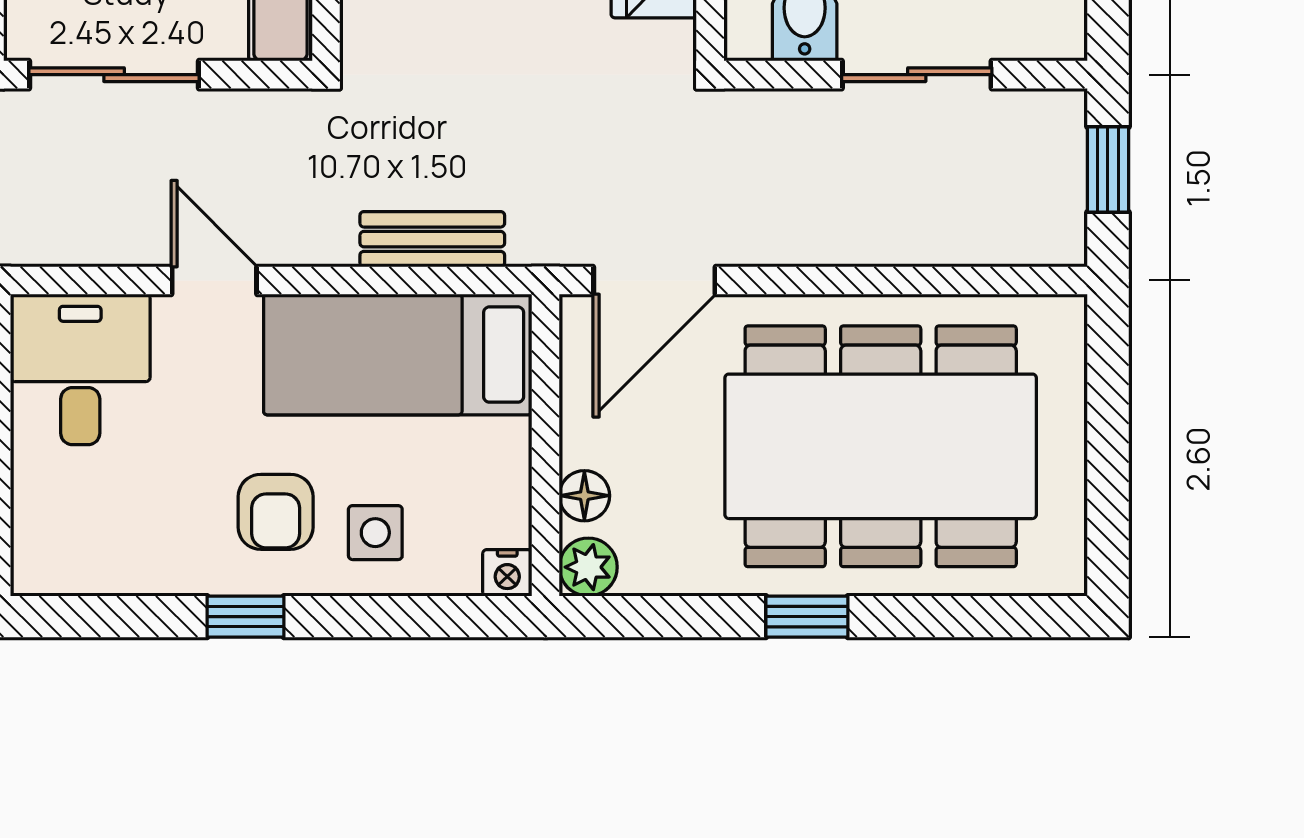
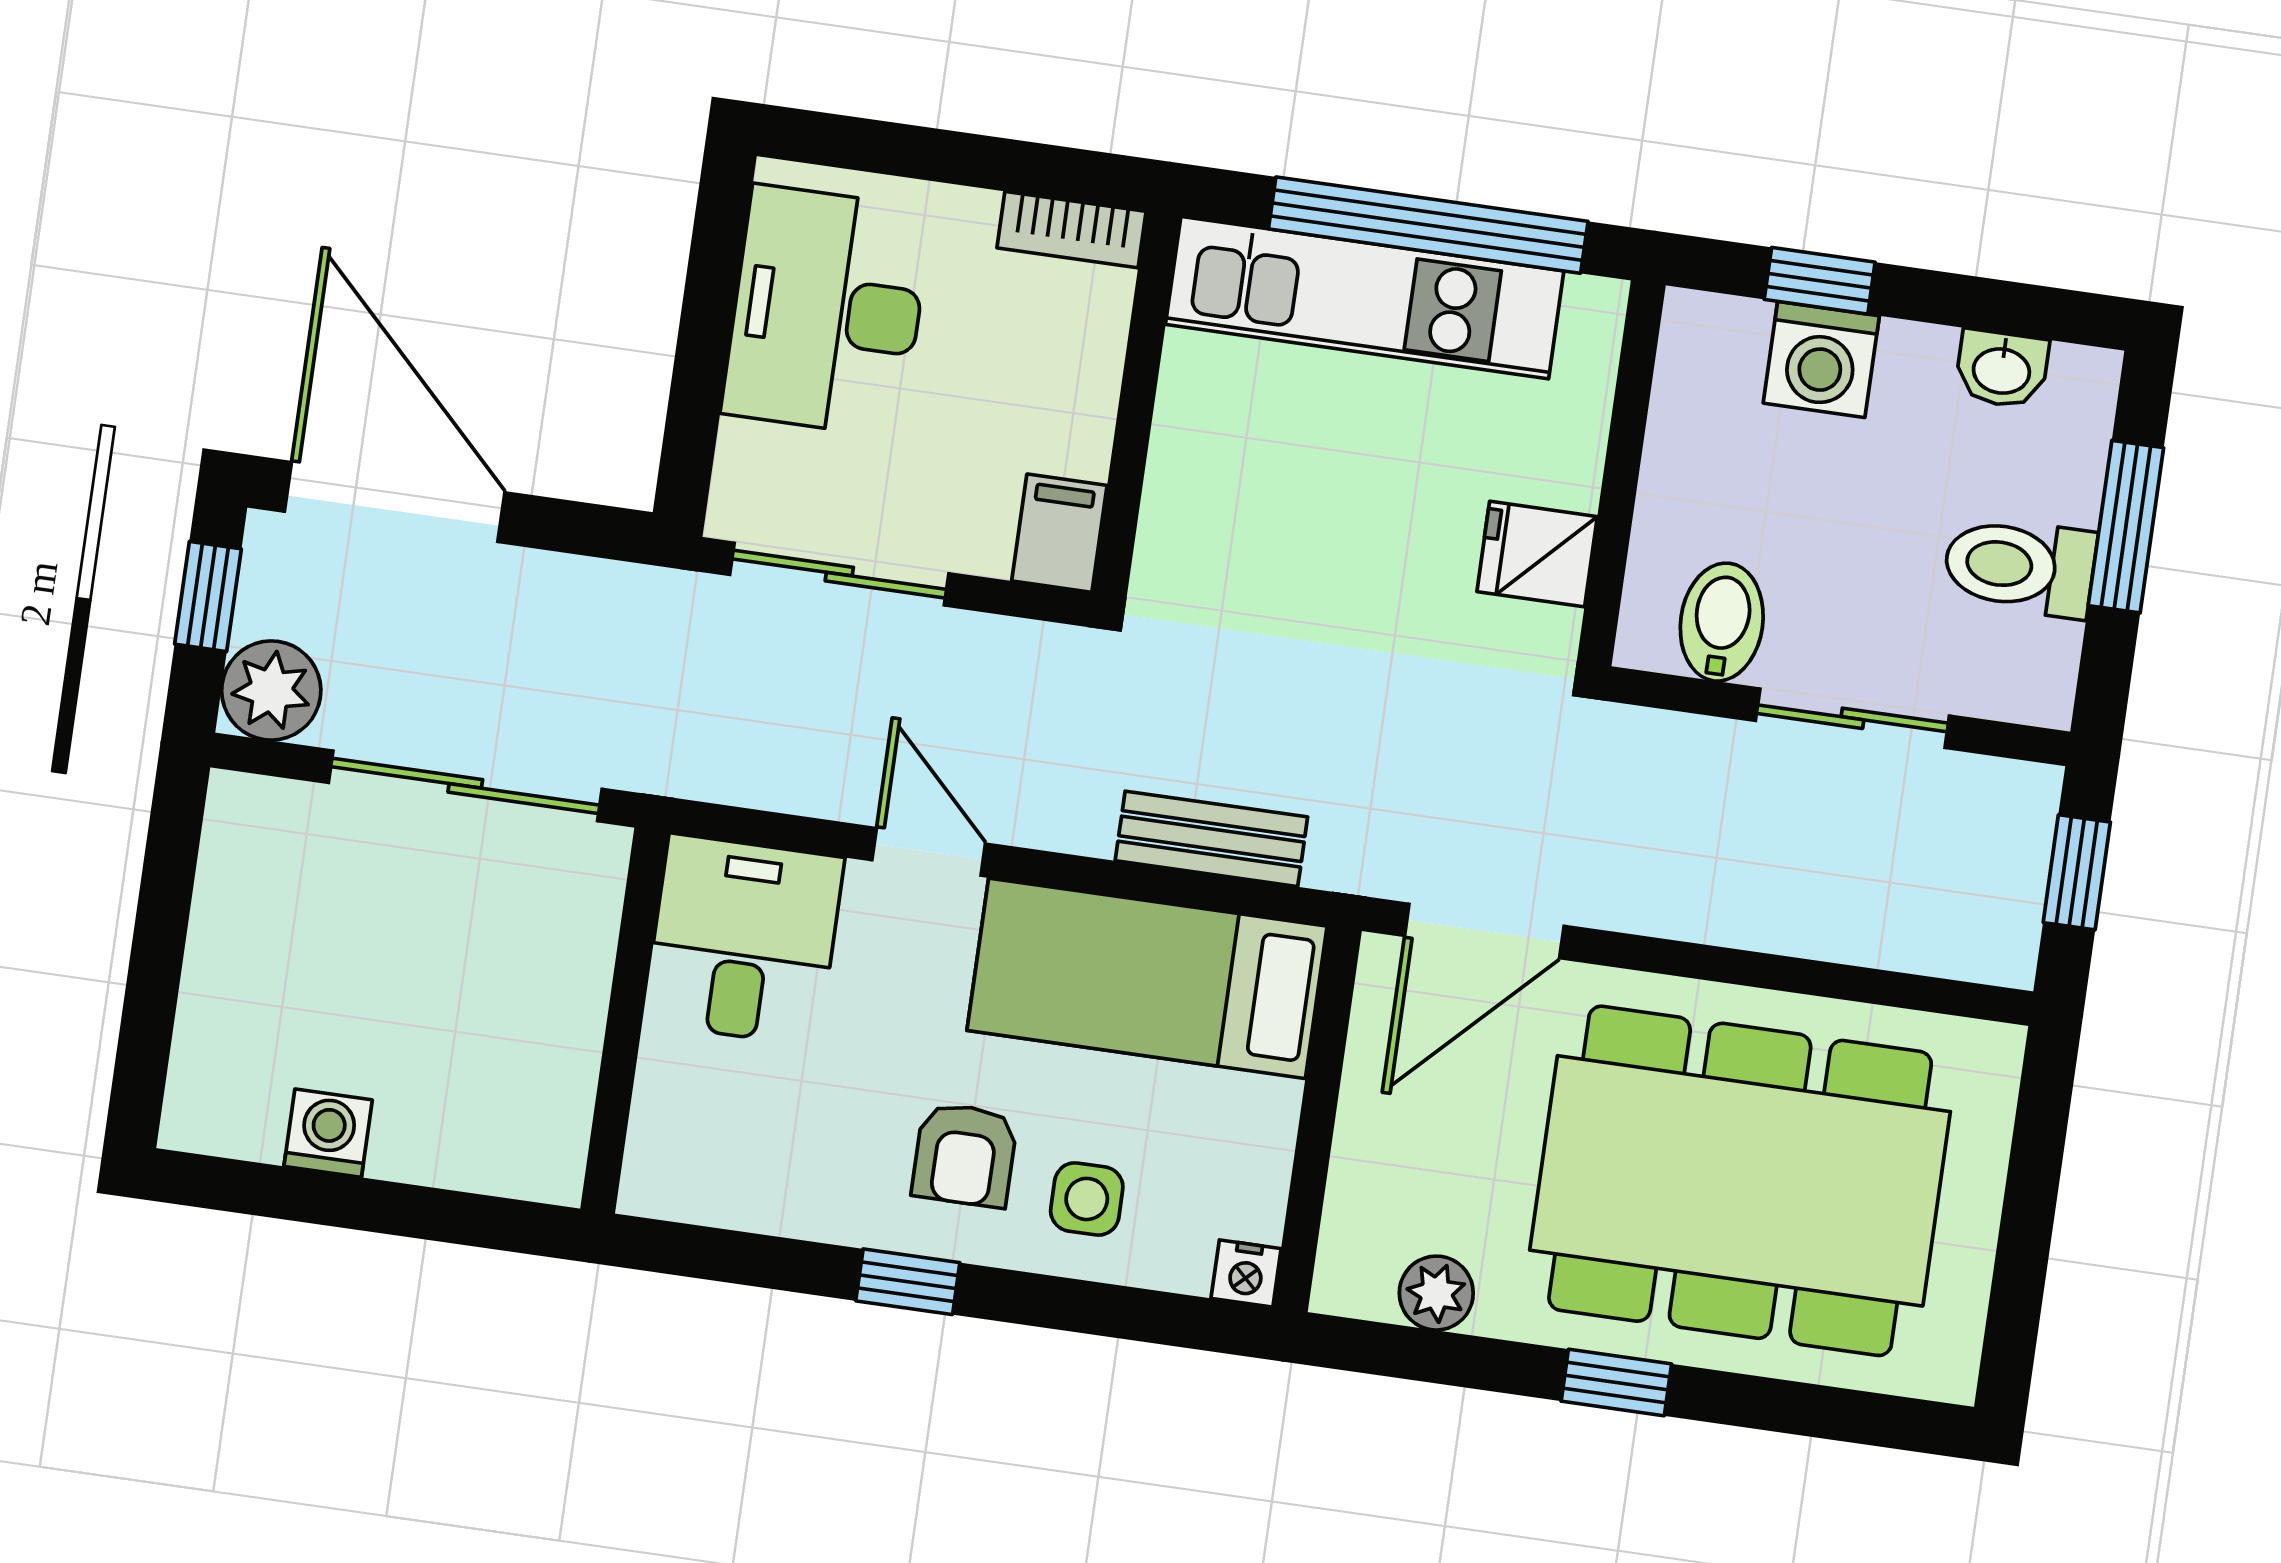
floor lamp: (584, 496) -> (1357, 1190), removed
plant: (588, 567) -> (1436, 1293), moved

